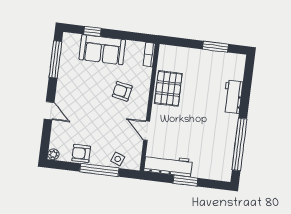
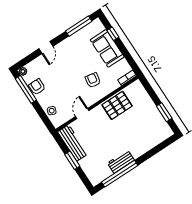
workbench: (233, 97) -> (121, 162), moved
window: (99, 170) -> (26, 89), moved

